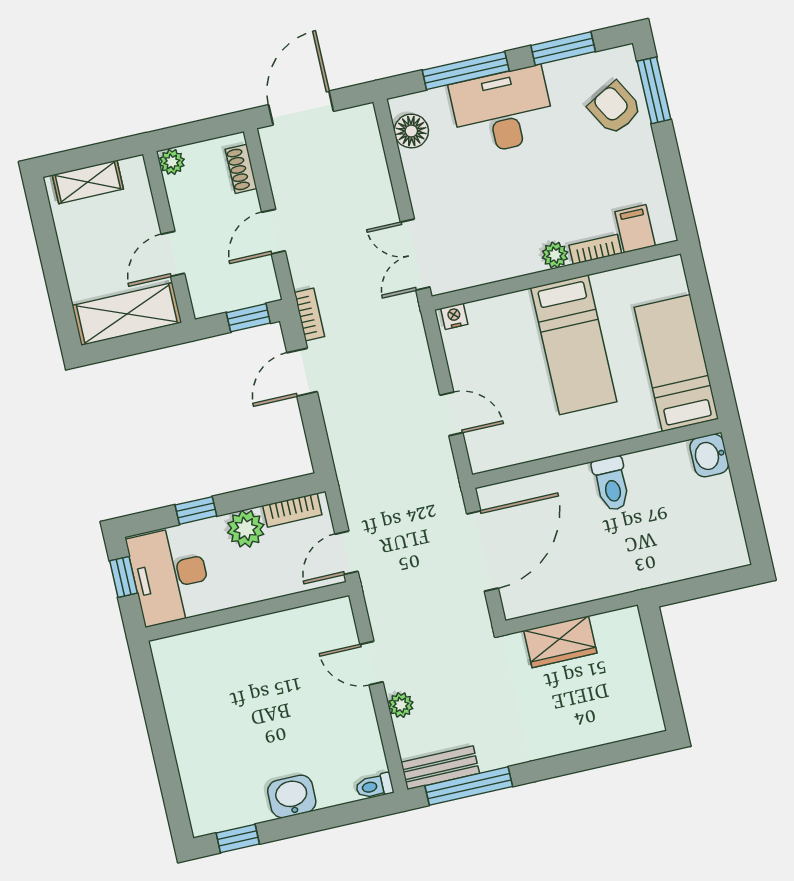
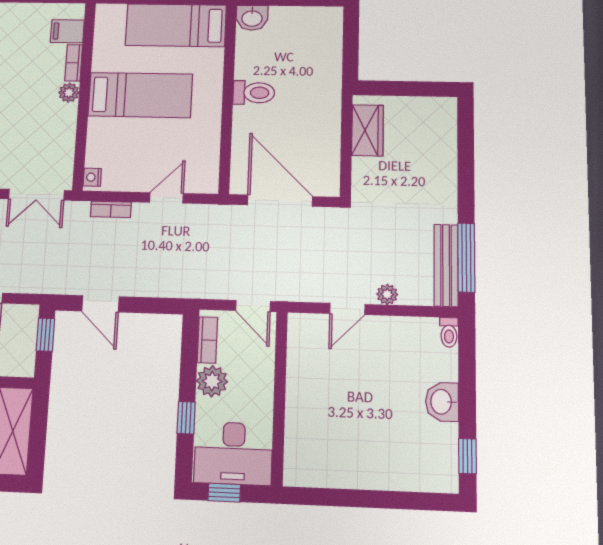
bookcase: (309, 315) -> (111, 209), moved, turned 180
wardrobe: (560, 642) -> (367, 130), moved
bench: (440, 768) -> (446, 265), width x1.36

